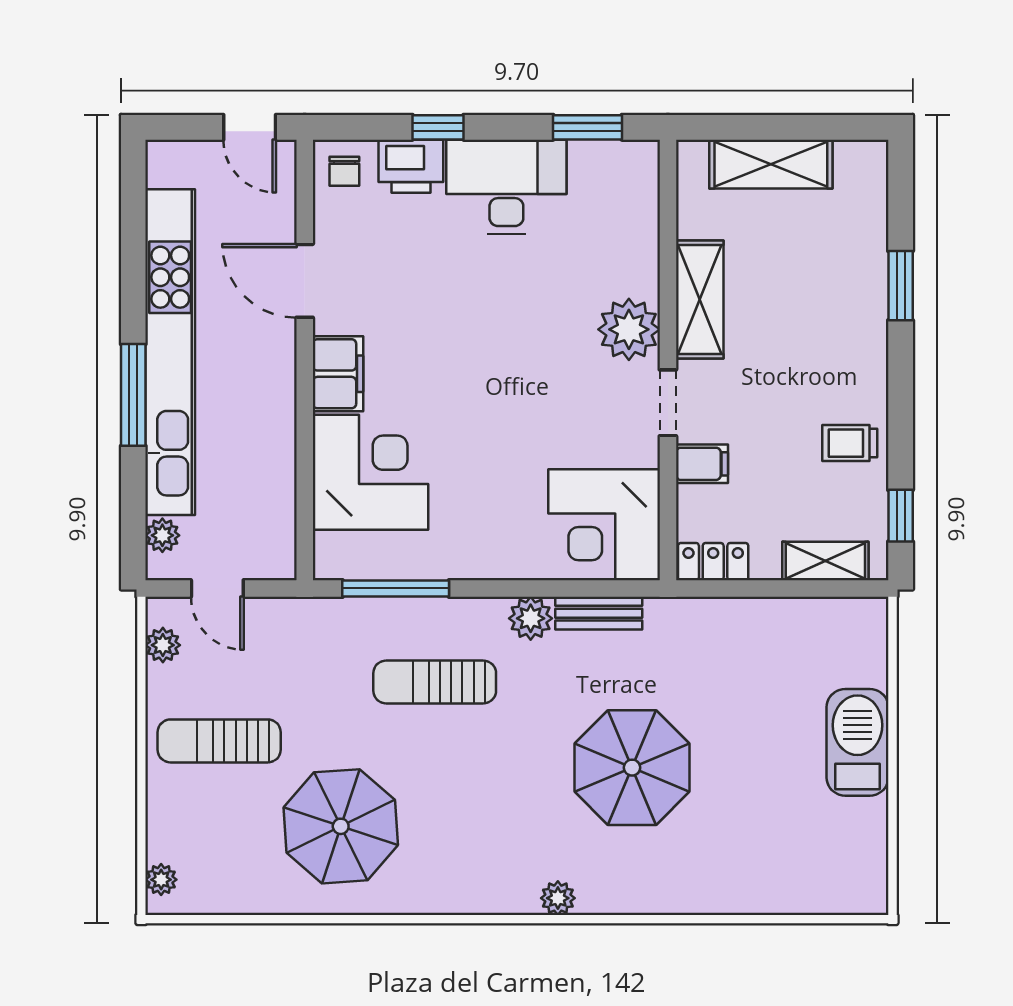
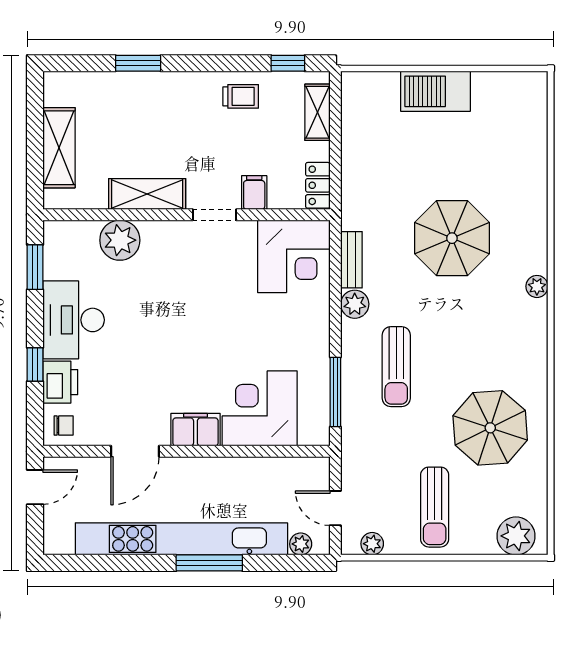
plant: (629, 329) -> (120, 240), moved
trolley: (850, 443) -> (241, 96), turned -90
door: (217, 588) -> (335, 508), swing flipped
plant: (161, 880) -> (516, 536), width x1.88, depth x1.88

